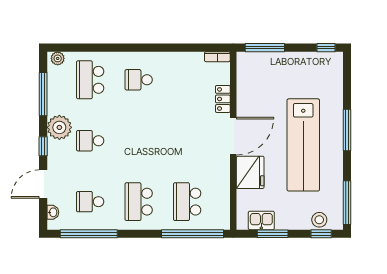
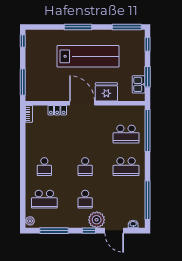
plant: (59, 127) -> (97, 220), moved
school desk: (90, 202) -> (85, 167), moved
stool: (319, 220) -> (138, 46), removed

